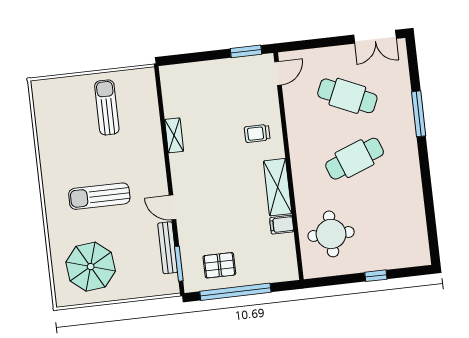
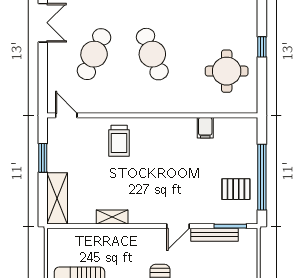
window: (246, 51) -> (43, 158), moved
trolley: (257, 133) -> (119, 141), width x1.36, depth x1.39
shelving: (278, 187) -> (57, 198), moved, turned 90
round table: (331, 234) -> (227, 71), moved
pallet: (219, 265) -> (236, 189), turned 90

